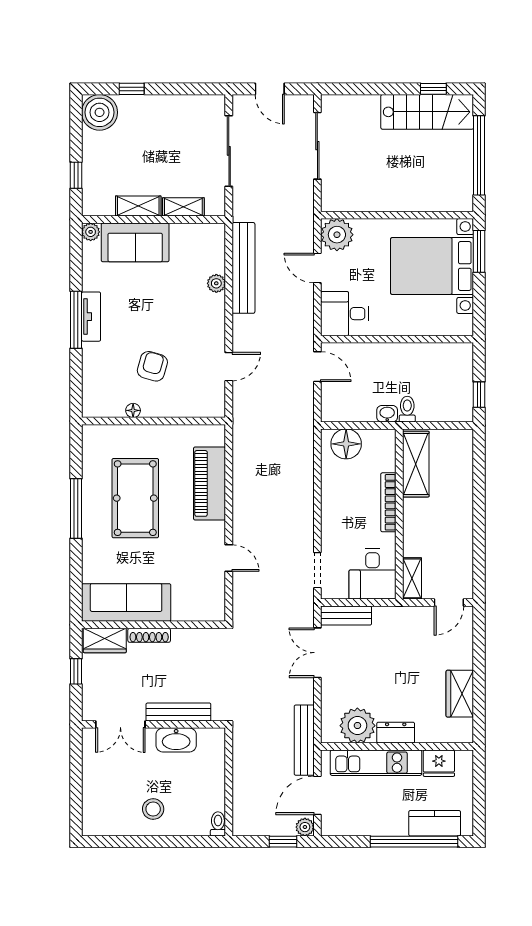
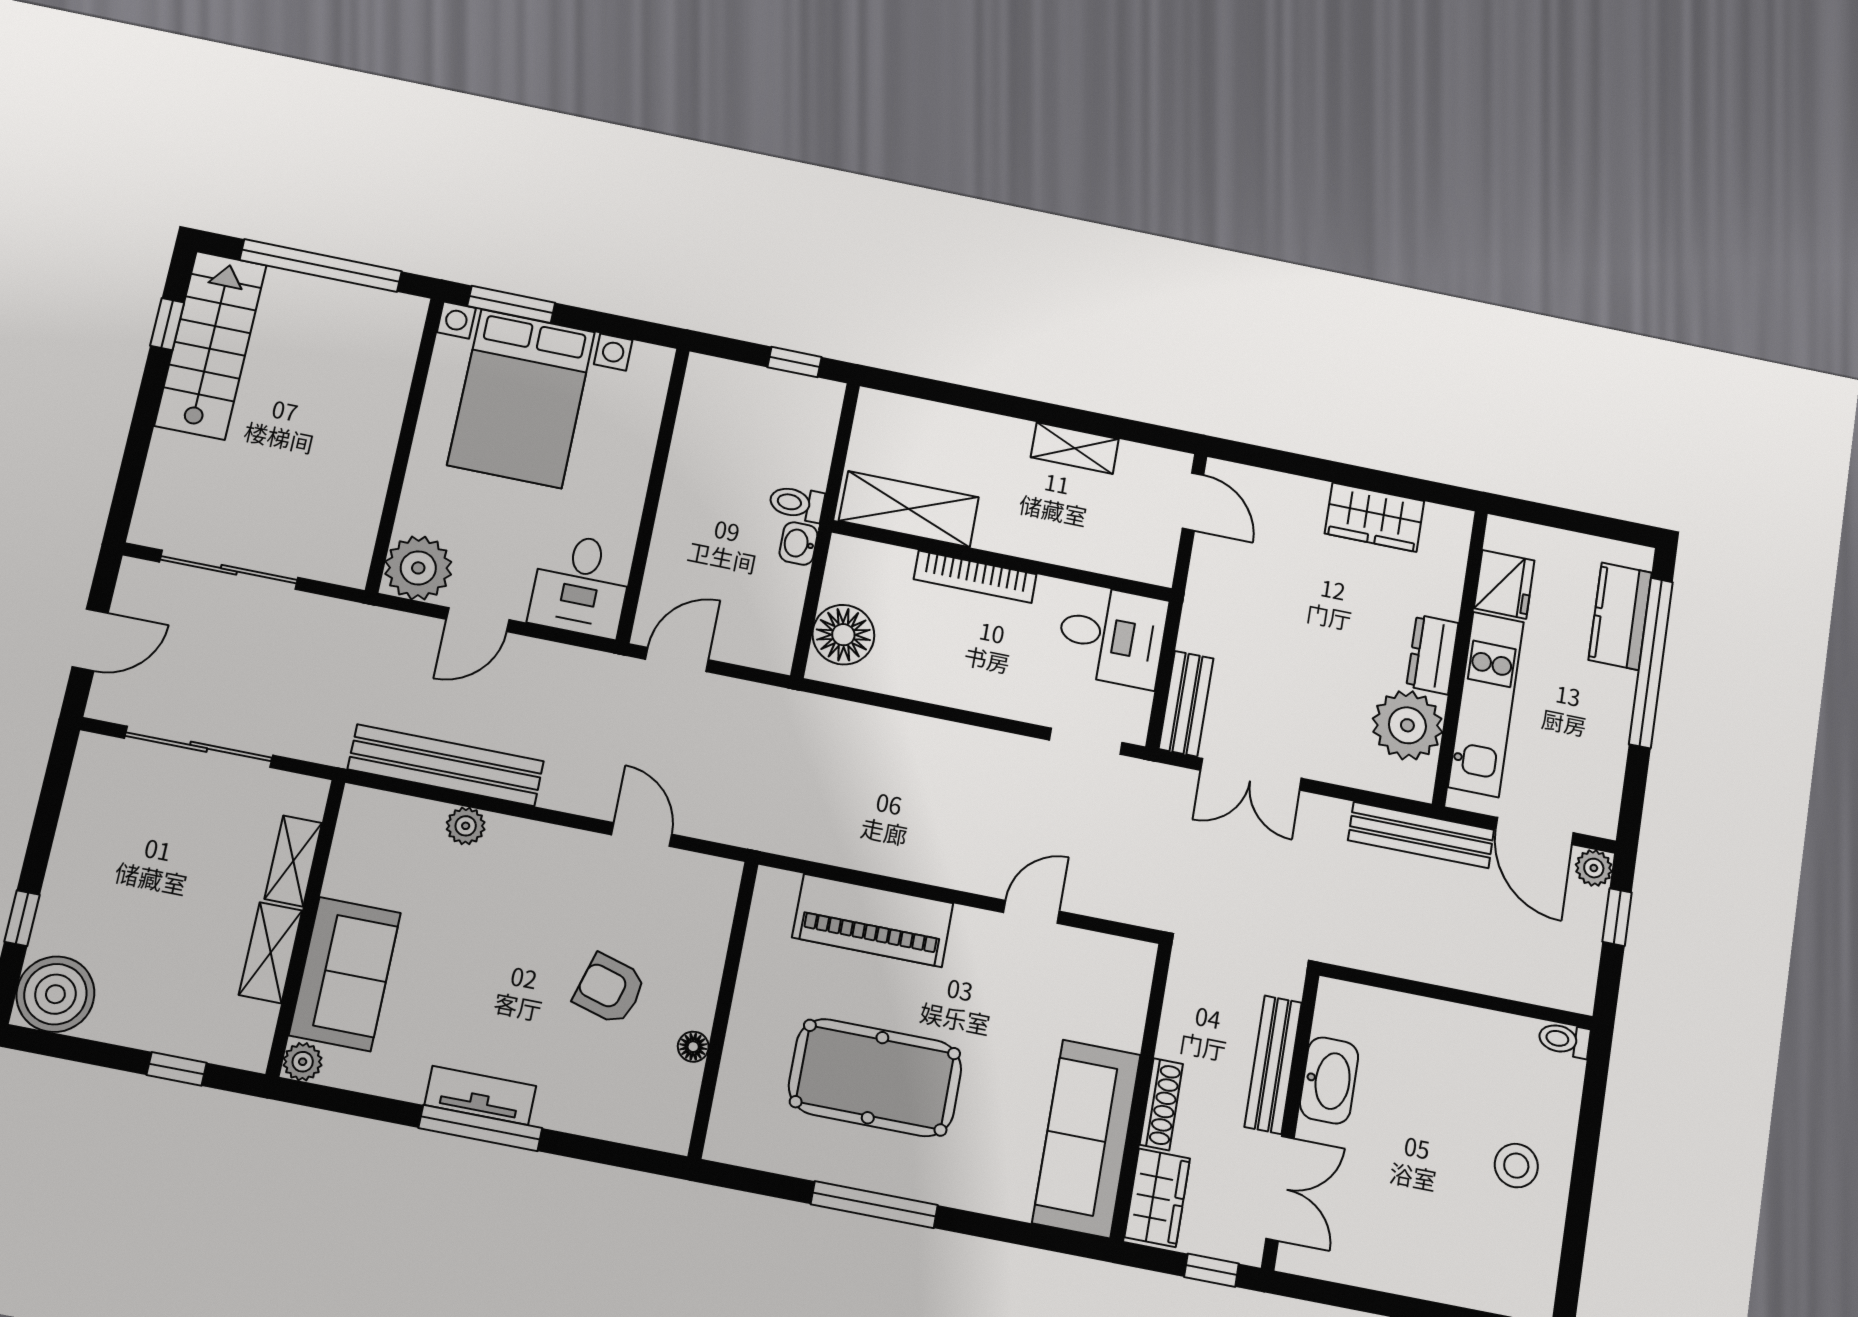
shelving: (412, 578) -> (1075, 448), moved
bench: (178, 712) -> (1273, 1065), moved
double door: (120, 724) -> (1280, 1188), moved
wall: (154, 724) -> (1290, 1120), moved
washbasin: (176, 740) -> (1329, 1080), moved

